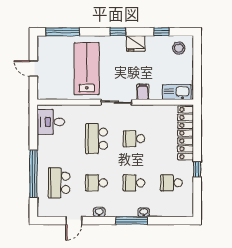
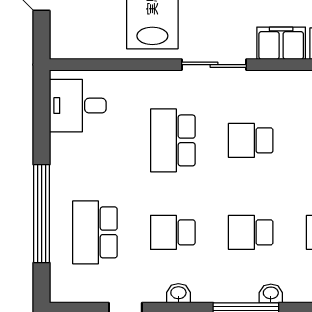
filing cabinet: (143, 92) -> (281, 43), width x2.00

